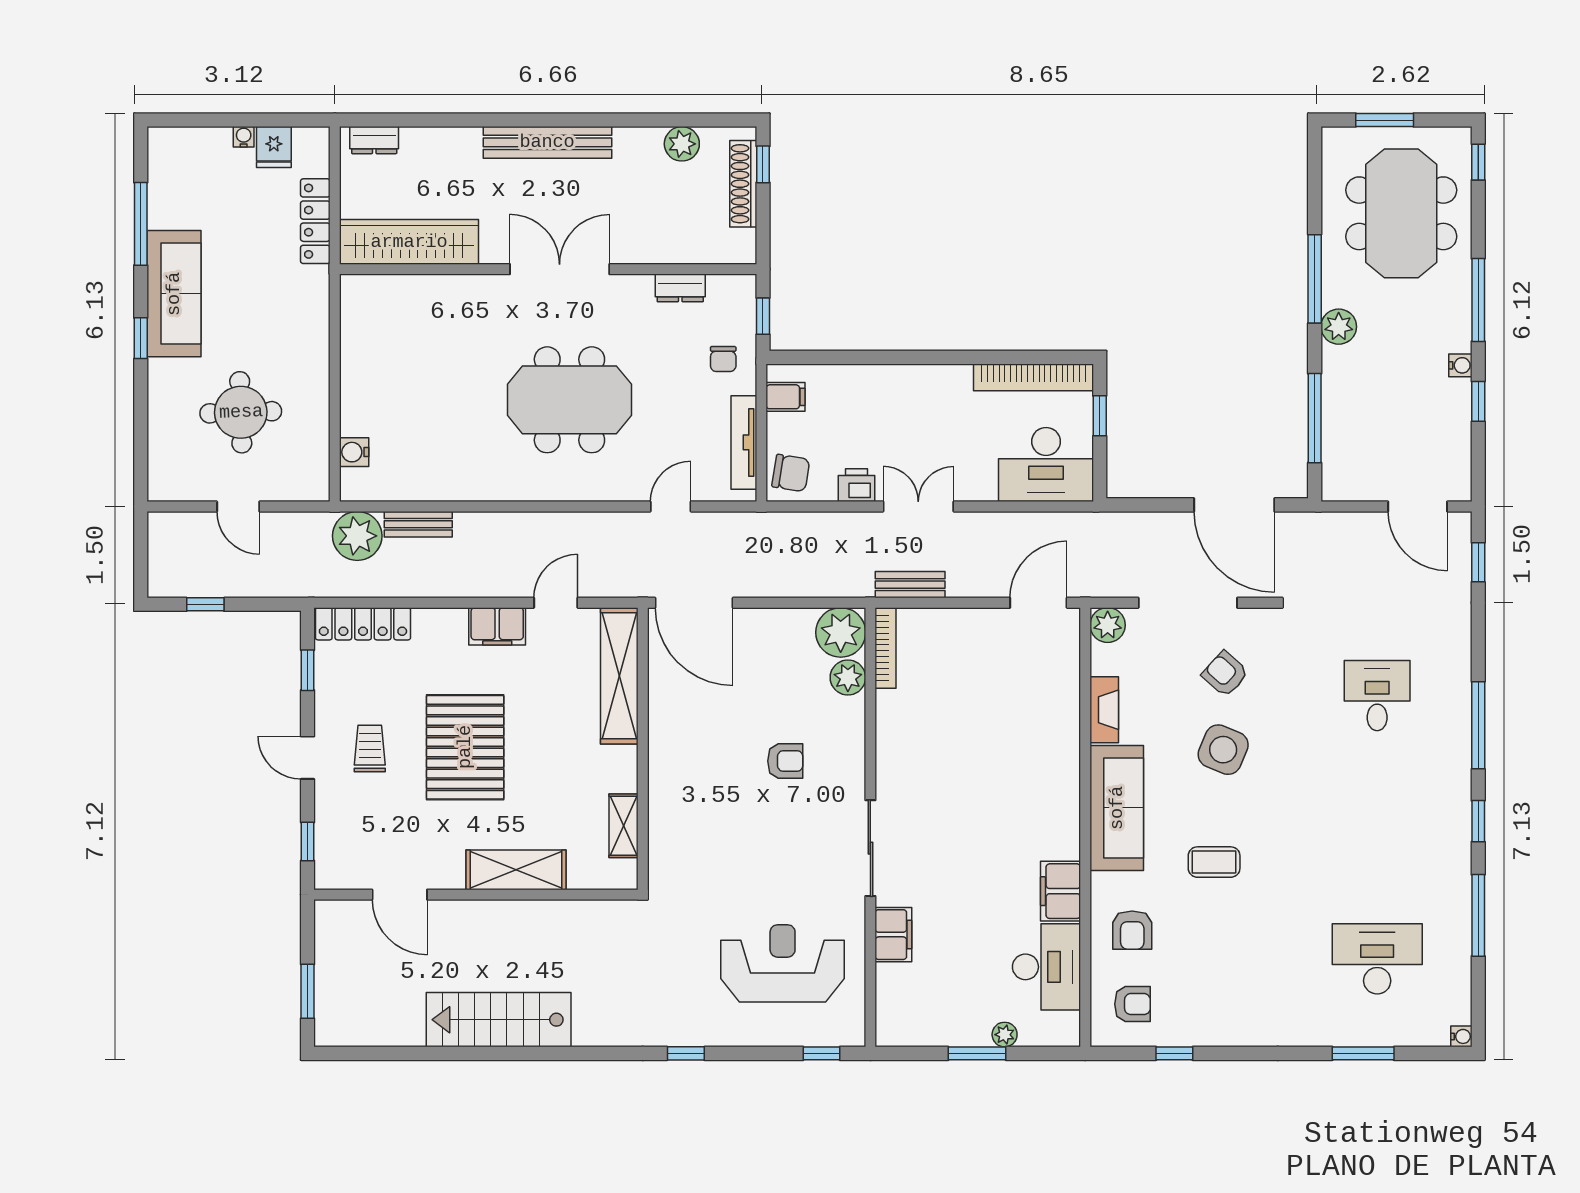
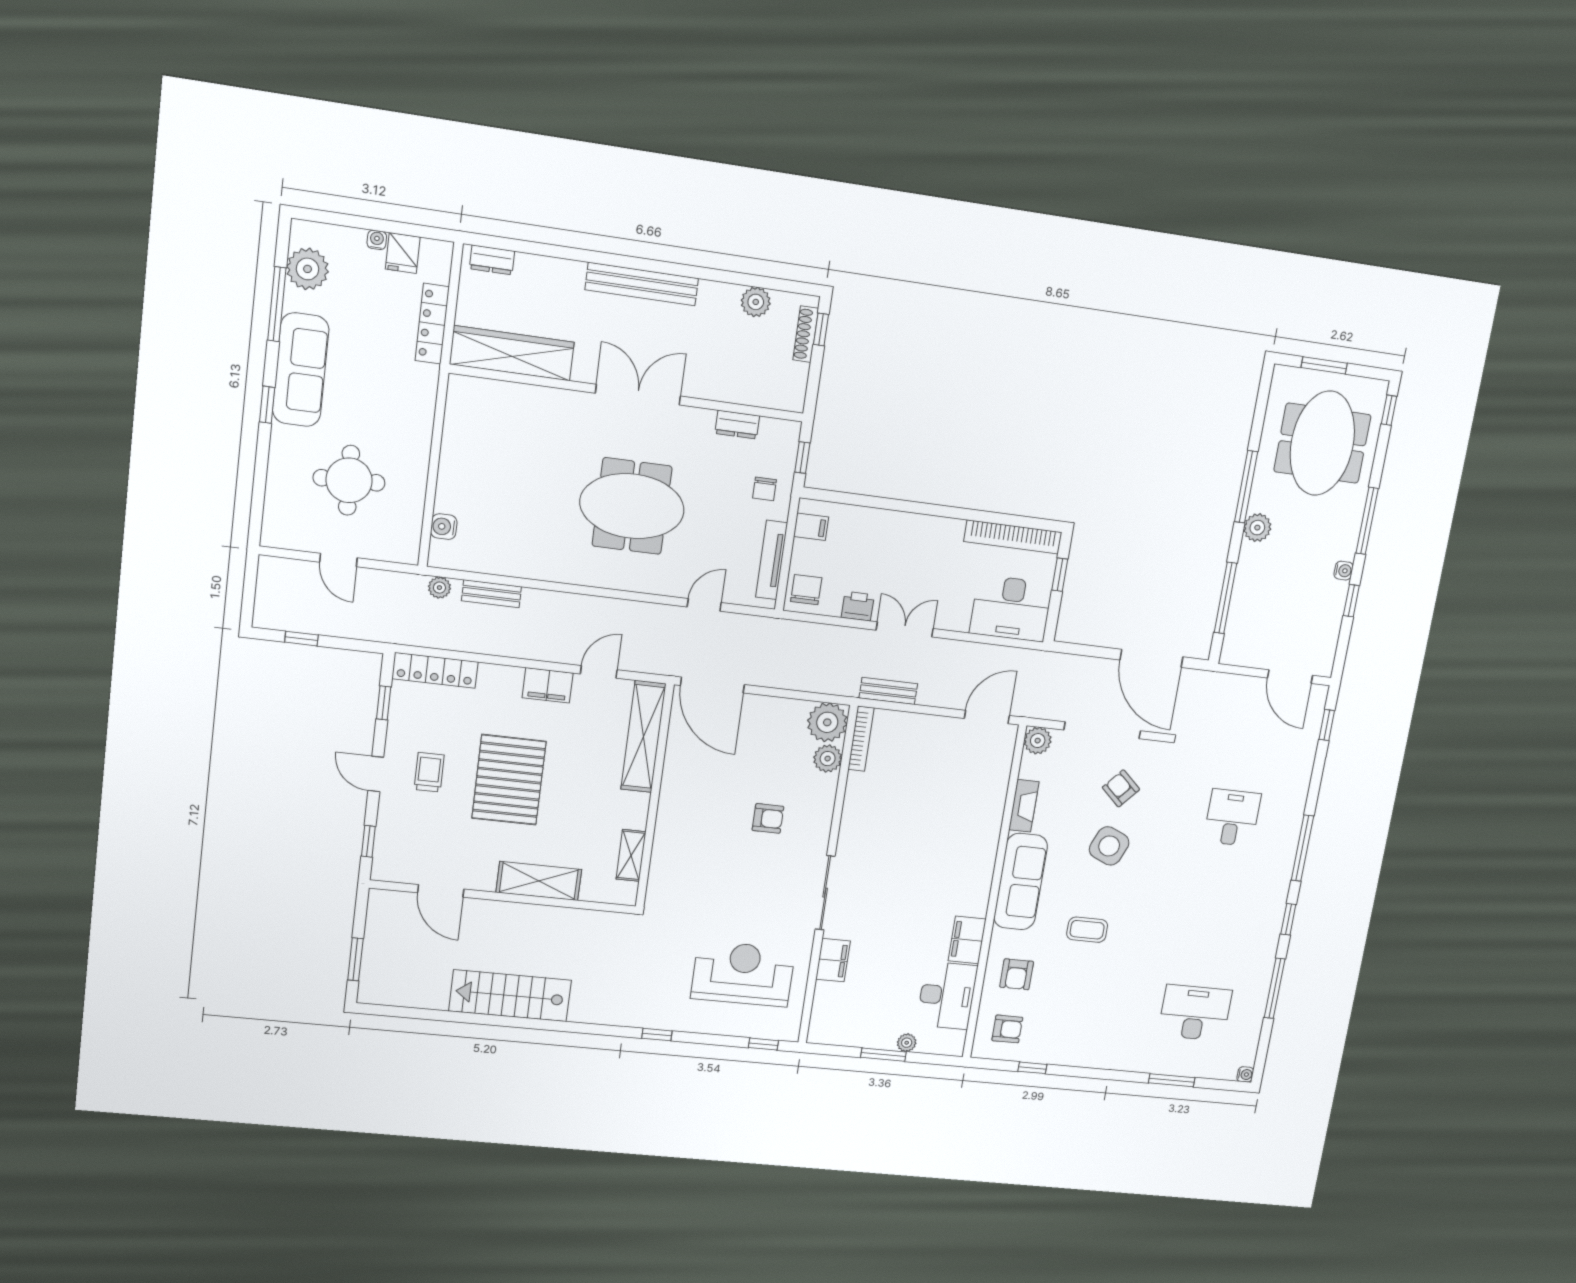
plant: (171, 180) -> (308, 269), added
shoe rack: (743, 184) -> (806, 334), width x0.74, depth x0.81
chair: (791, 473) -> (806, 590), turned -99
plant: (357, 536) -> (439, 588), width x0.53, depth x0.53

